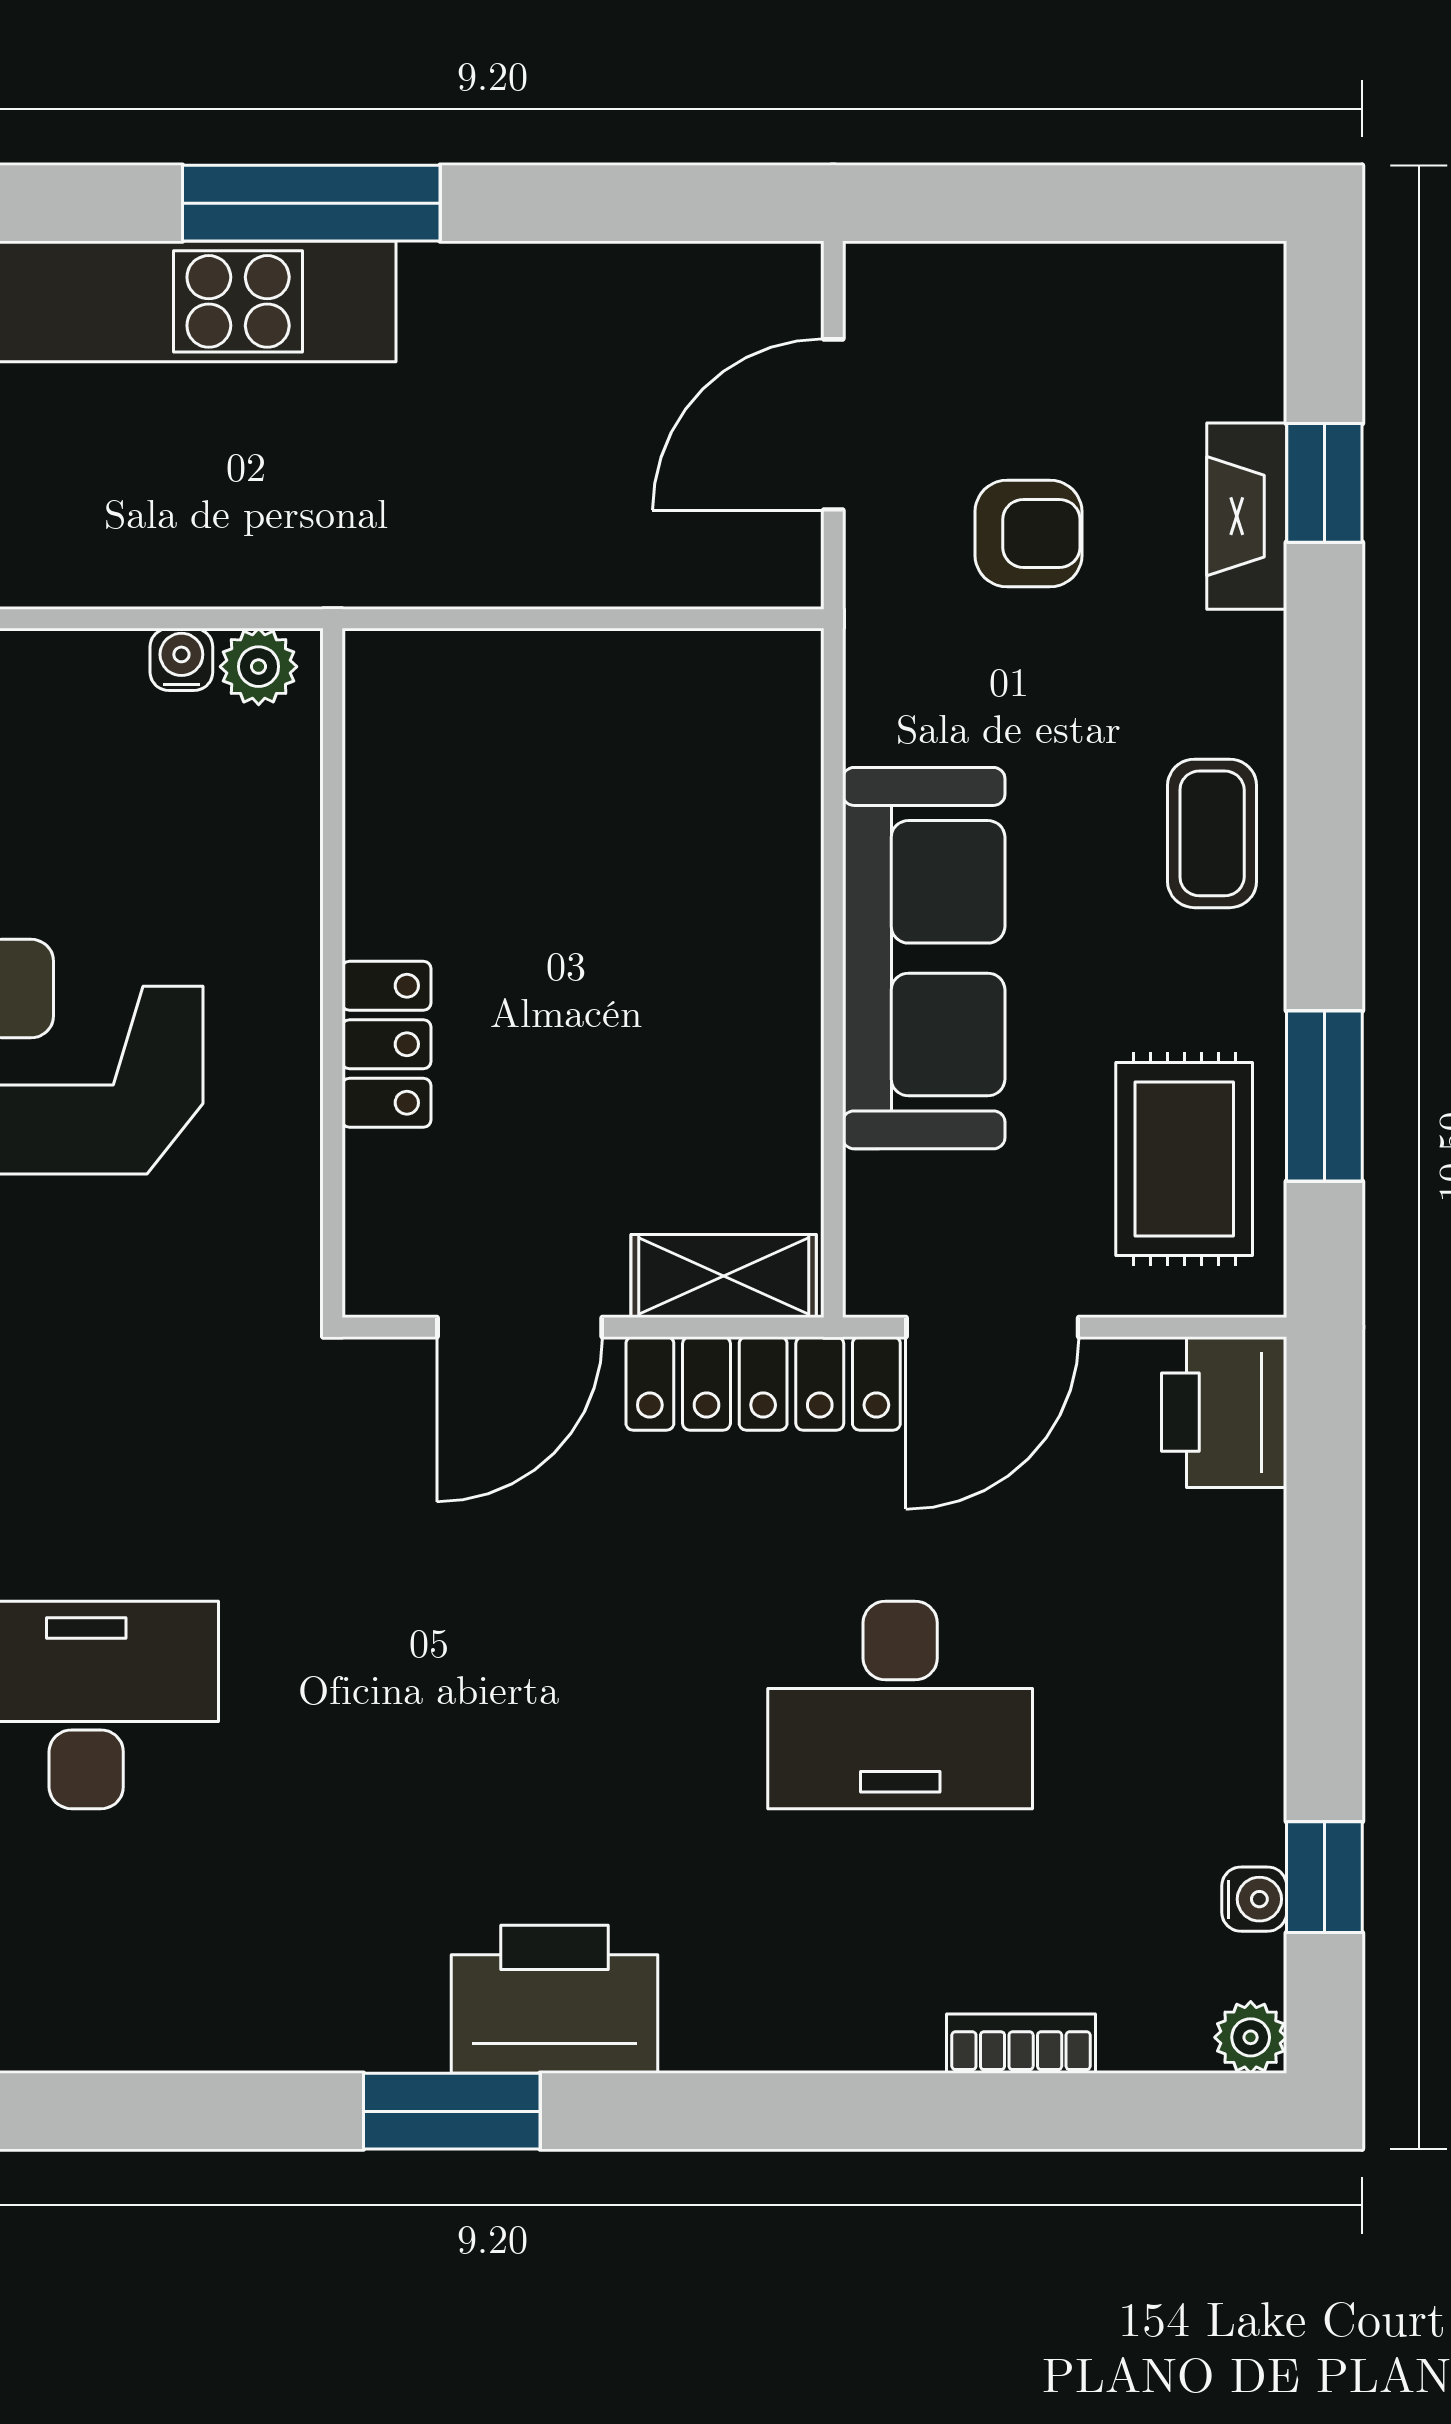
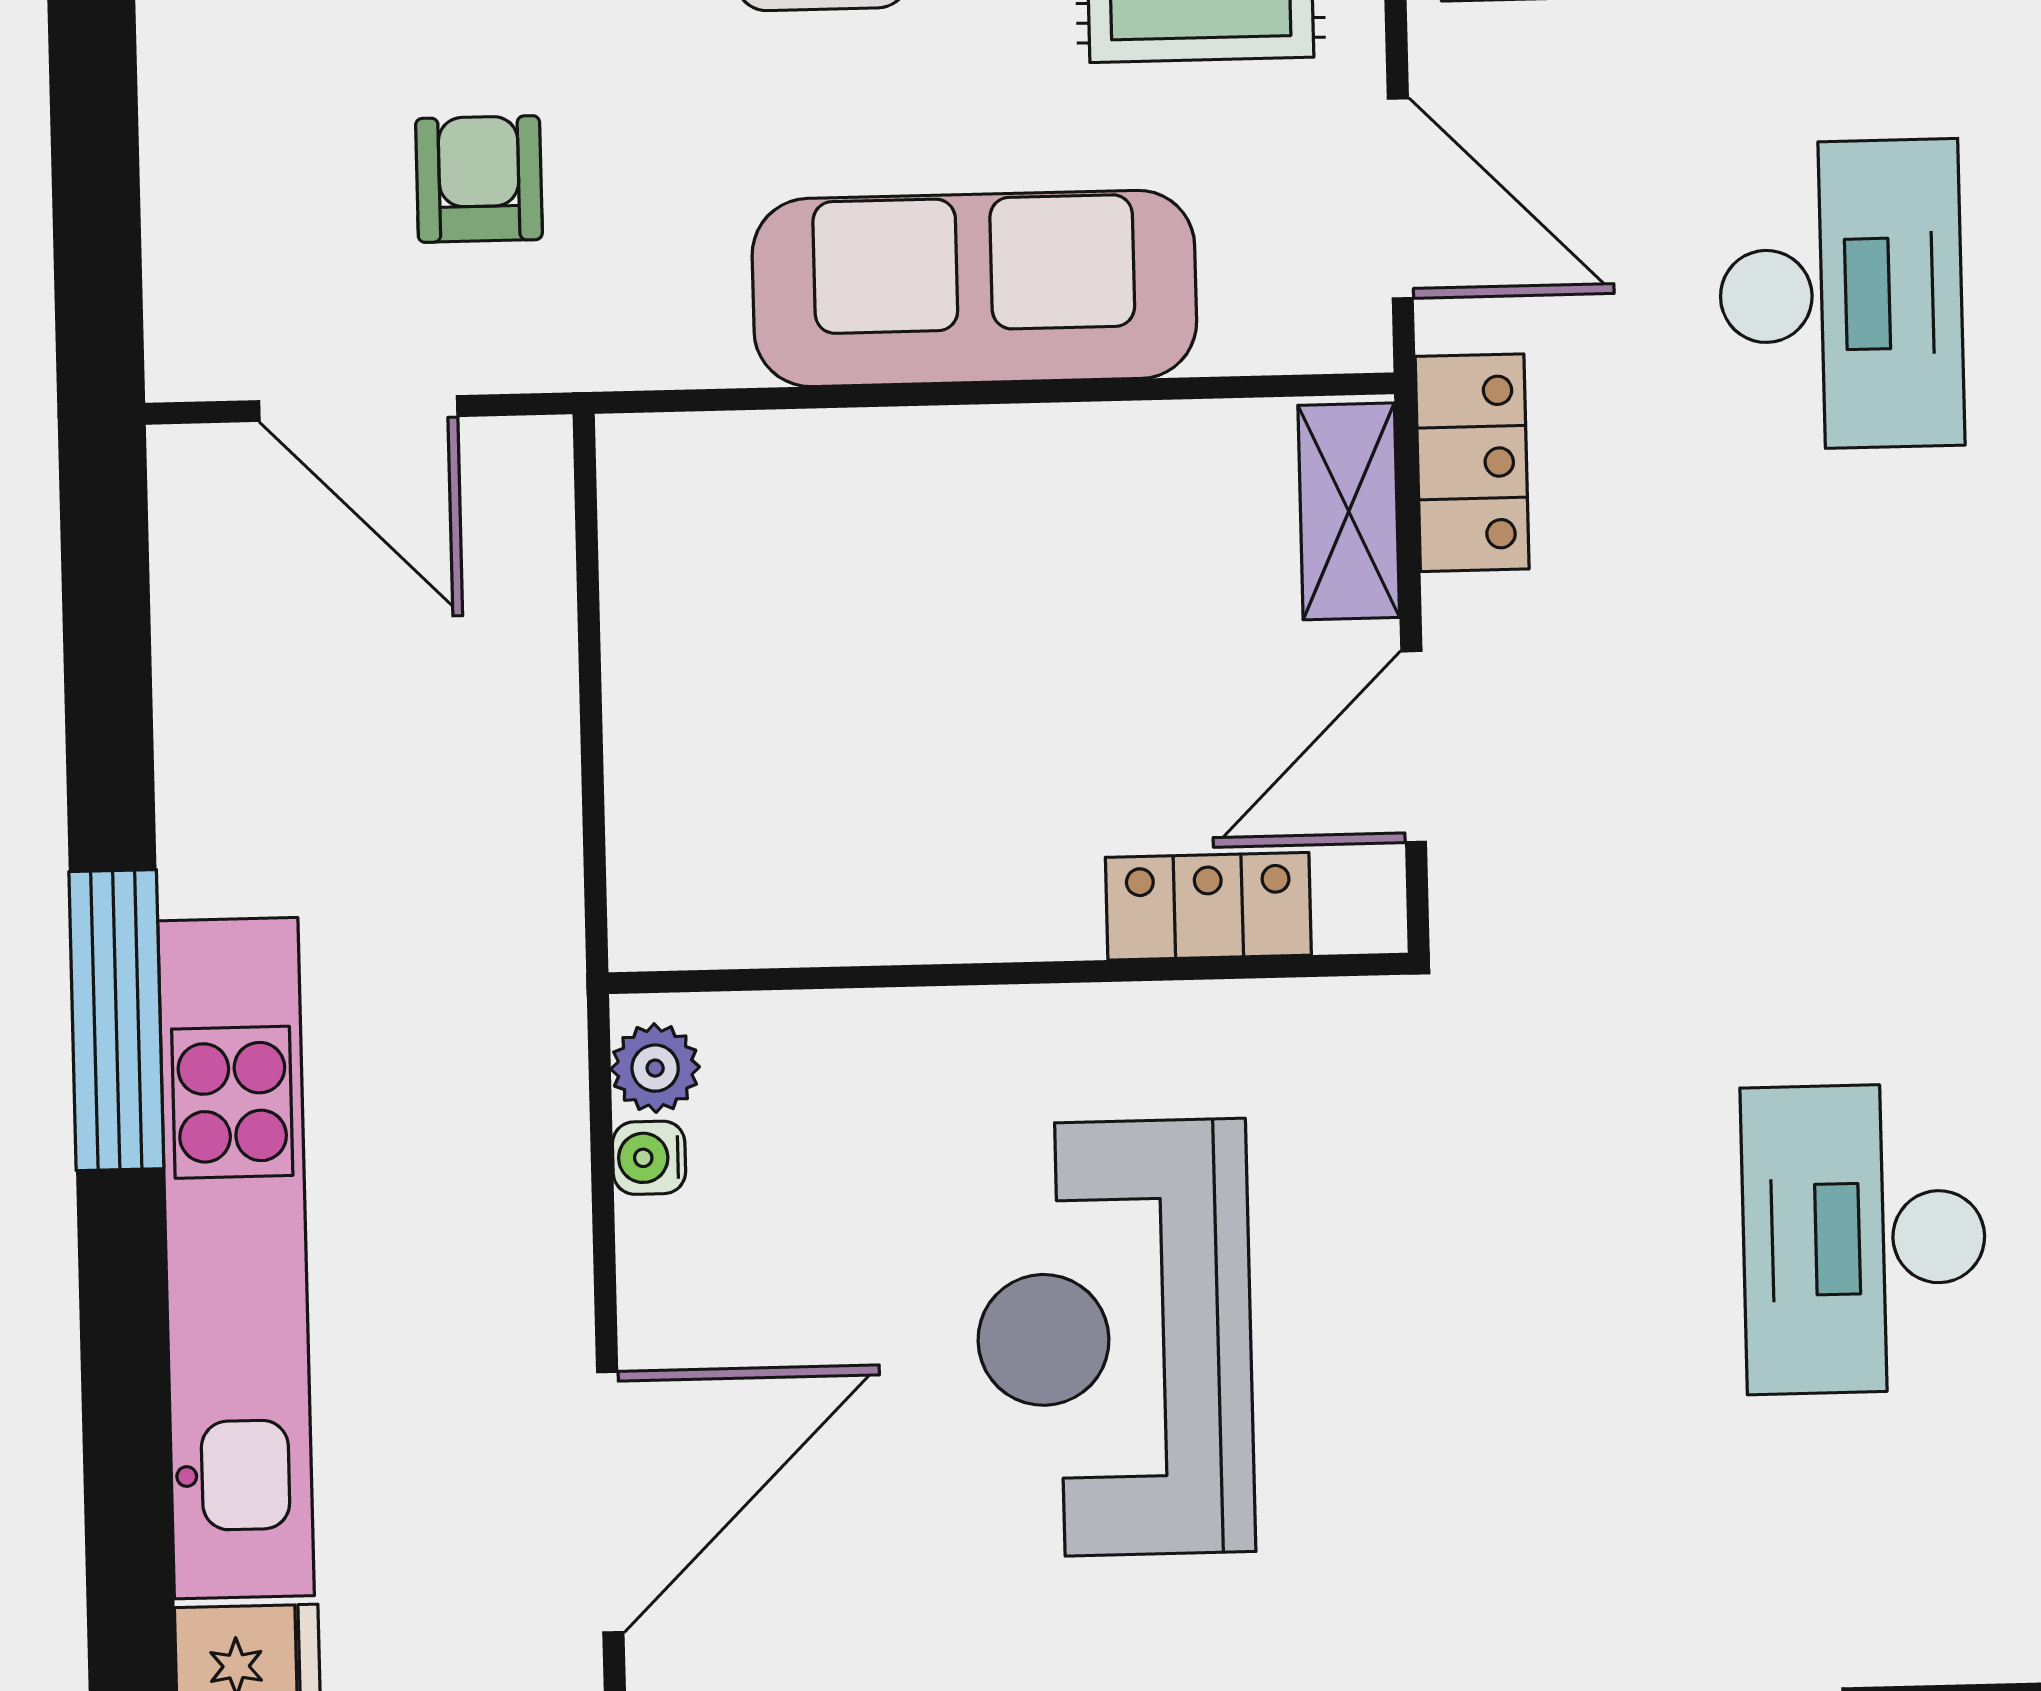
locker: (386, 1044) -> (1208, 906), moved
door: (520, 1327) -> (1414, 747), swing flipped
locker: (763, 1383) -> (1472, 463), width x0.66

